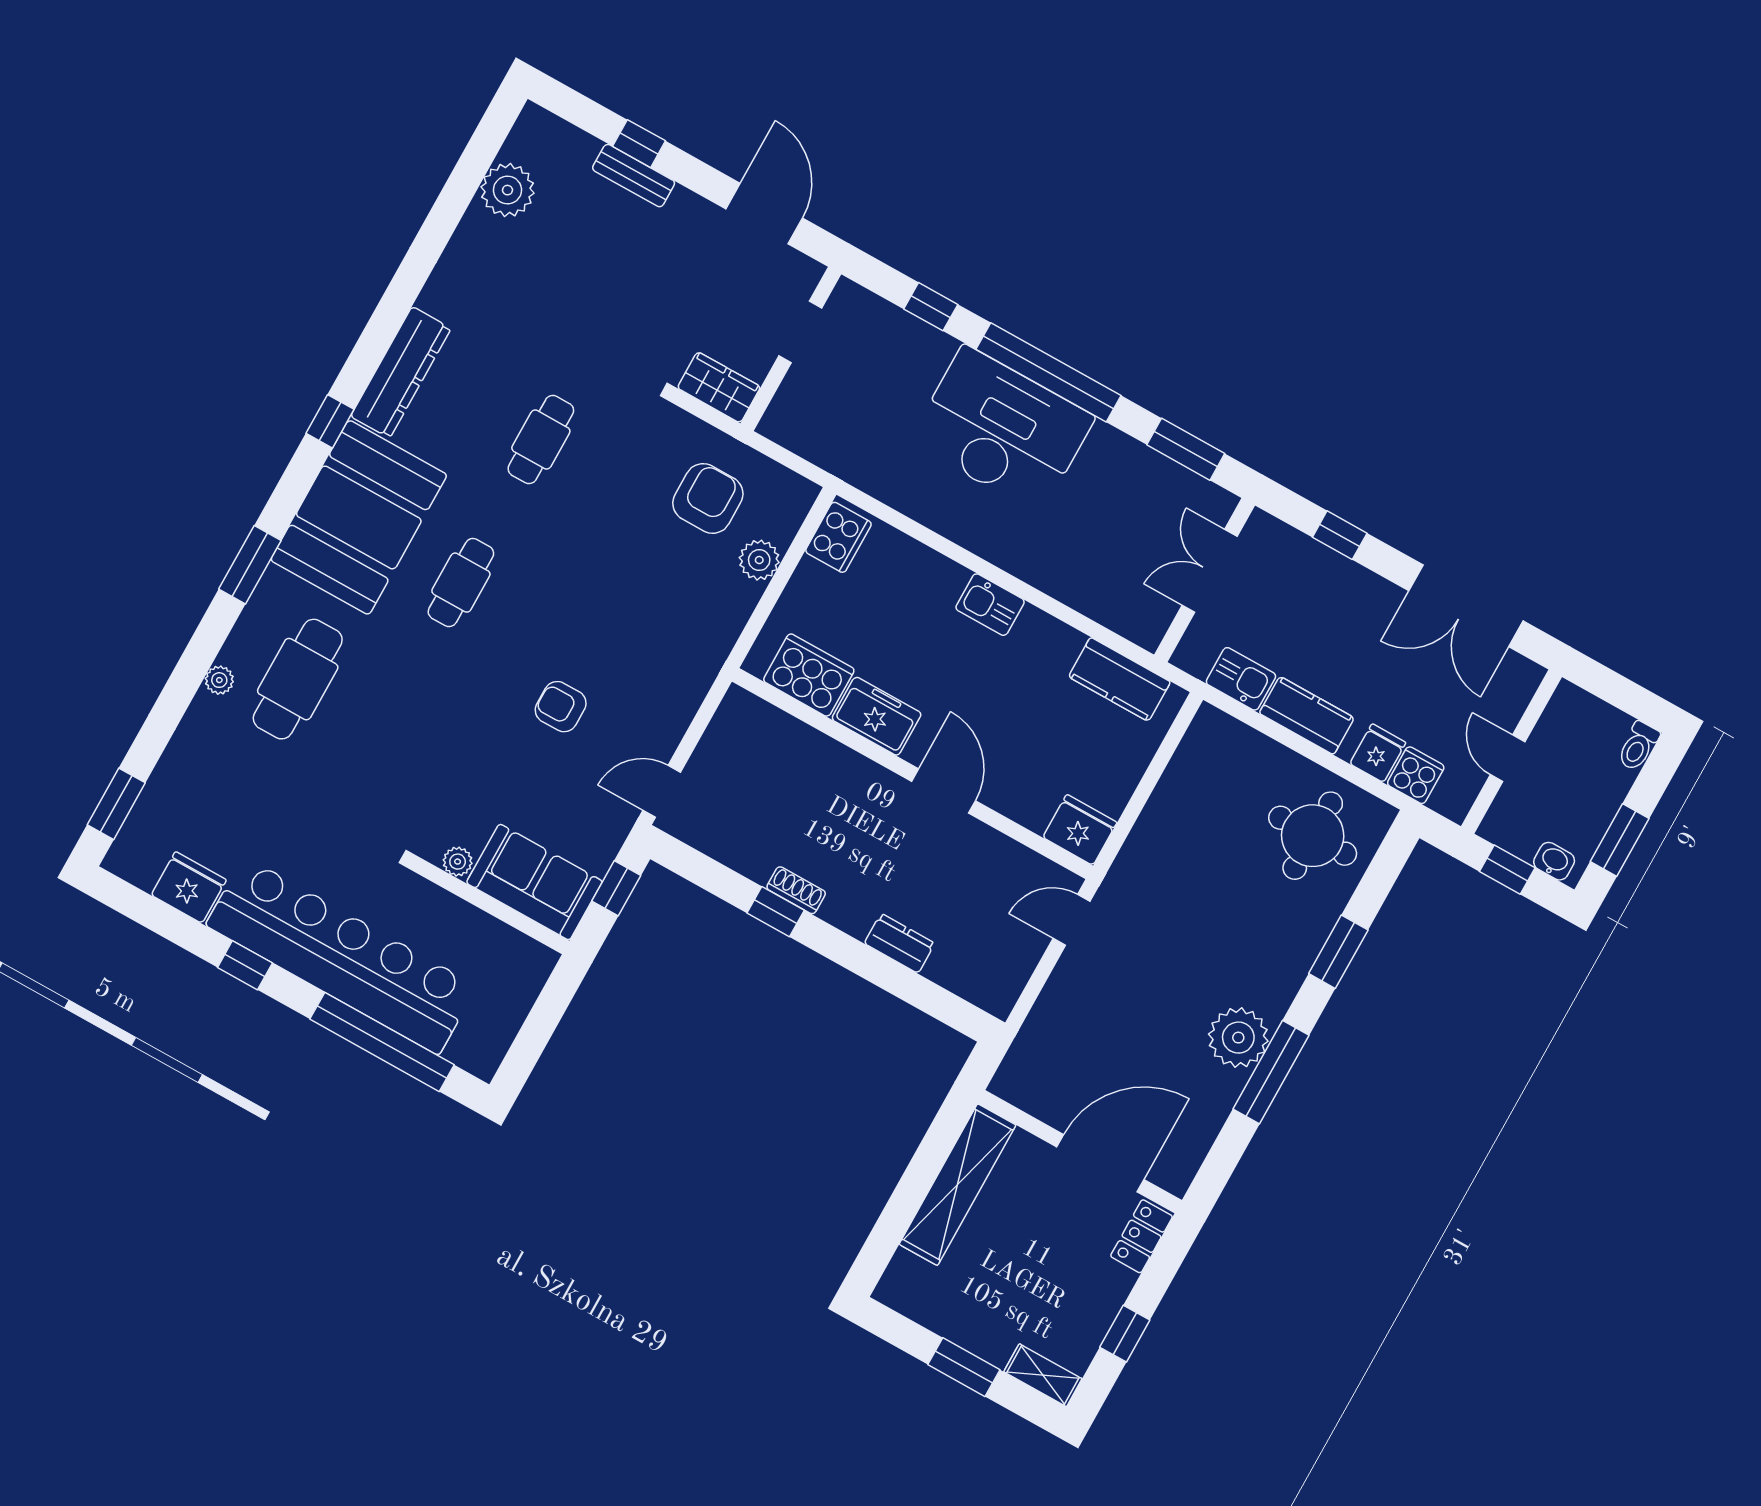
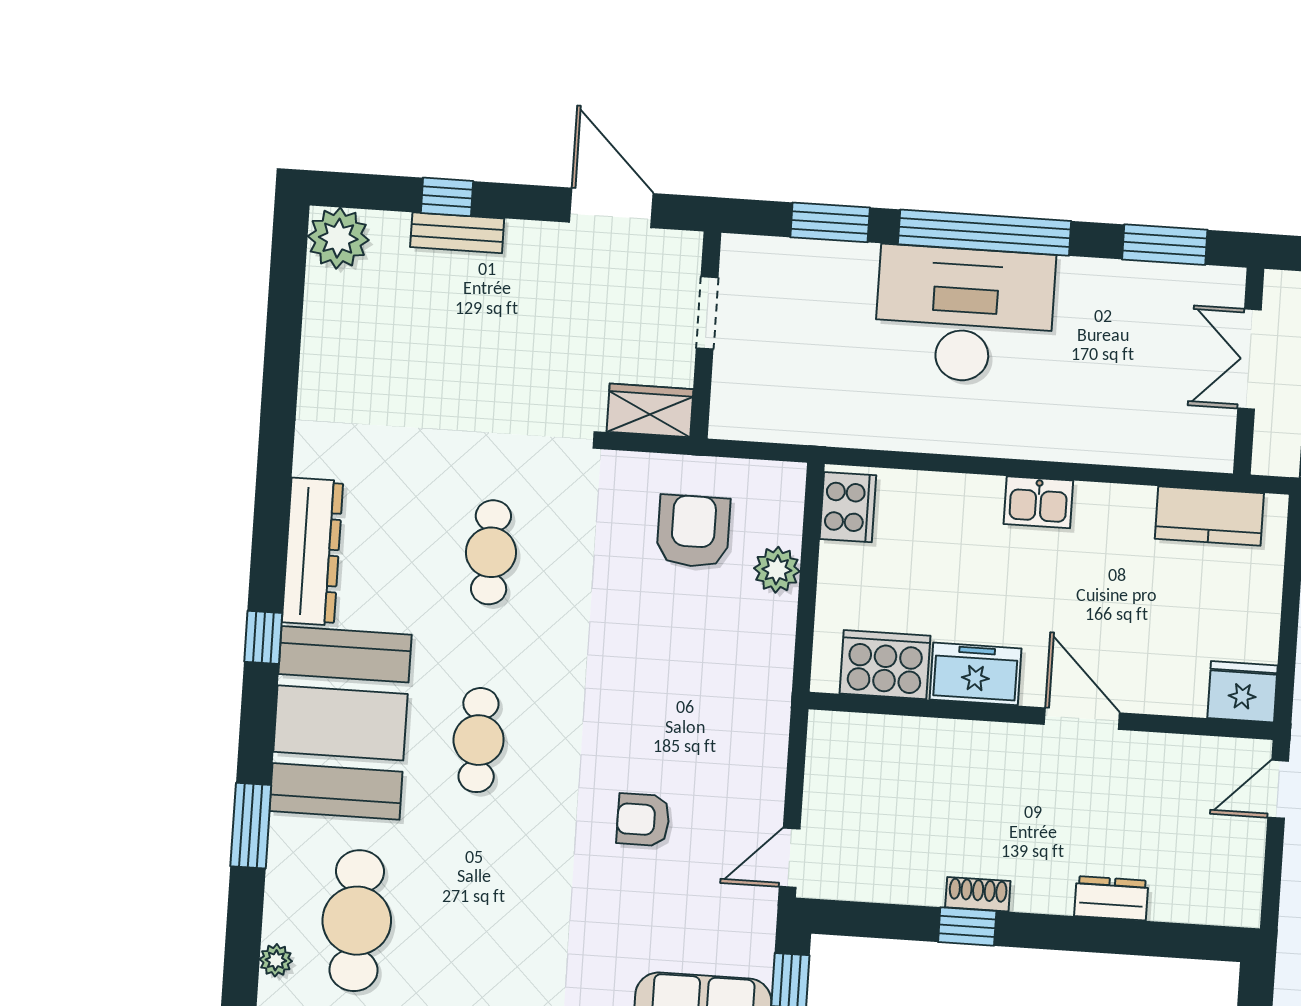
plant: (507, 190) -> (338, 238), moved
window: (931, 307) -> (830, 222), width x1.50

